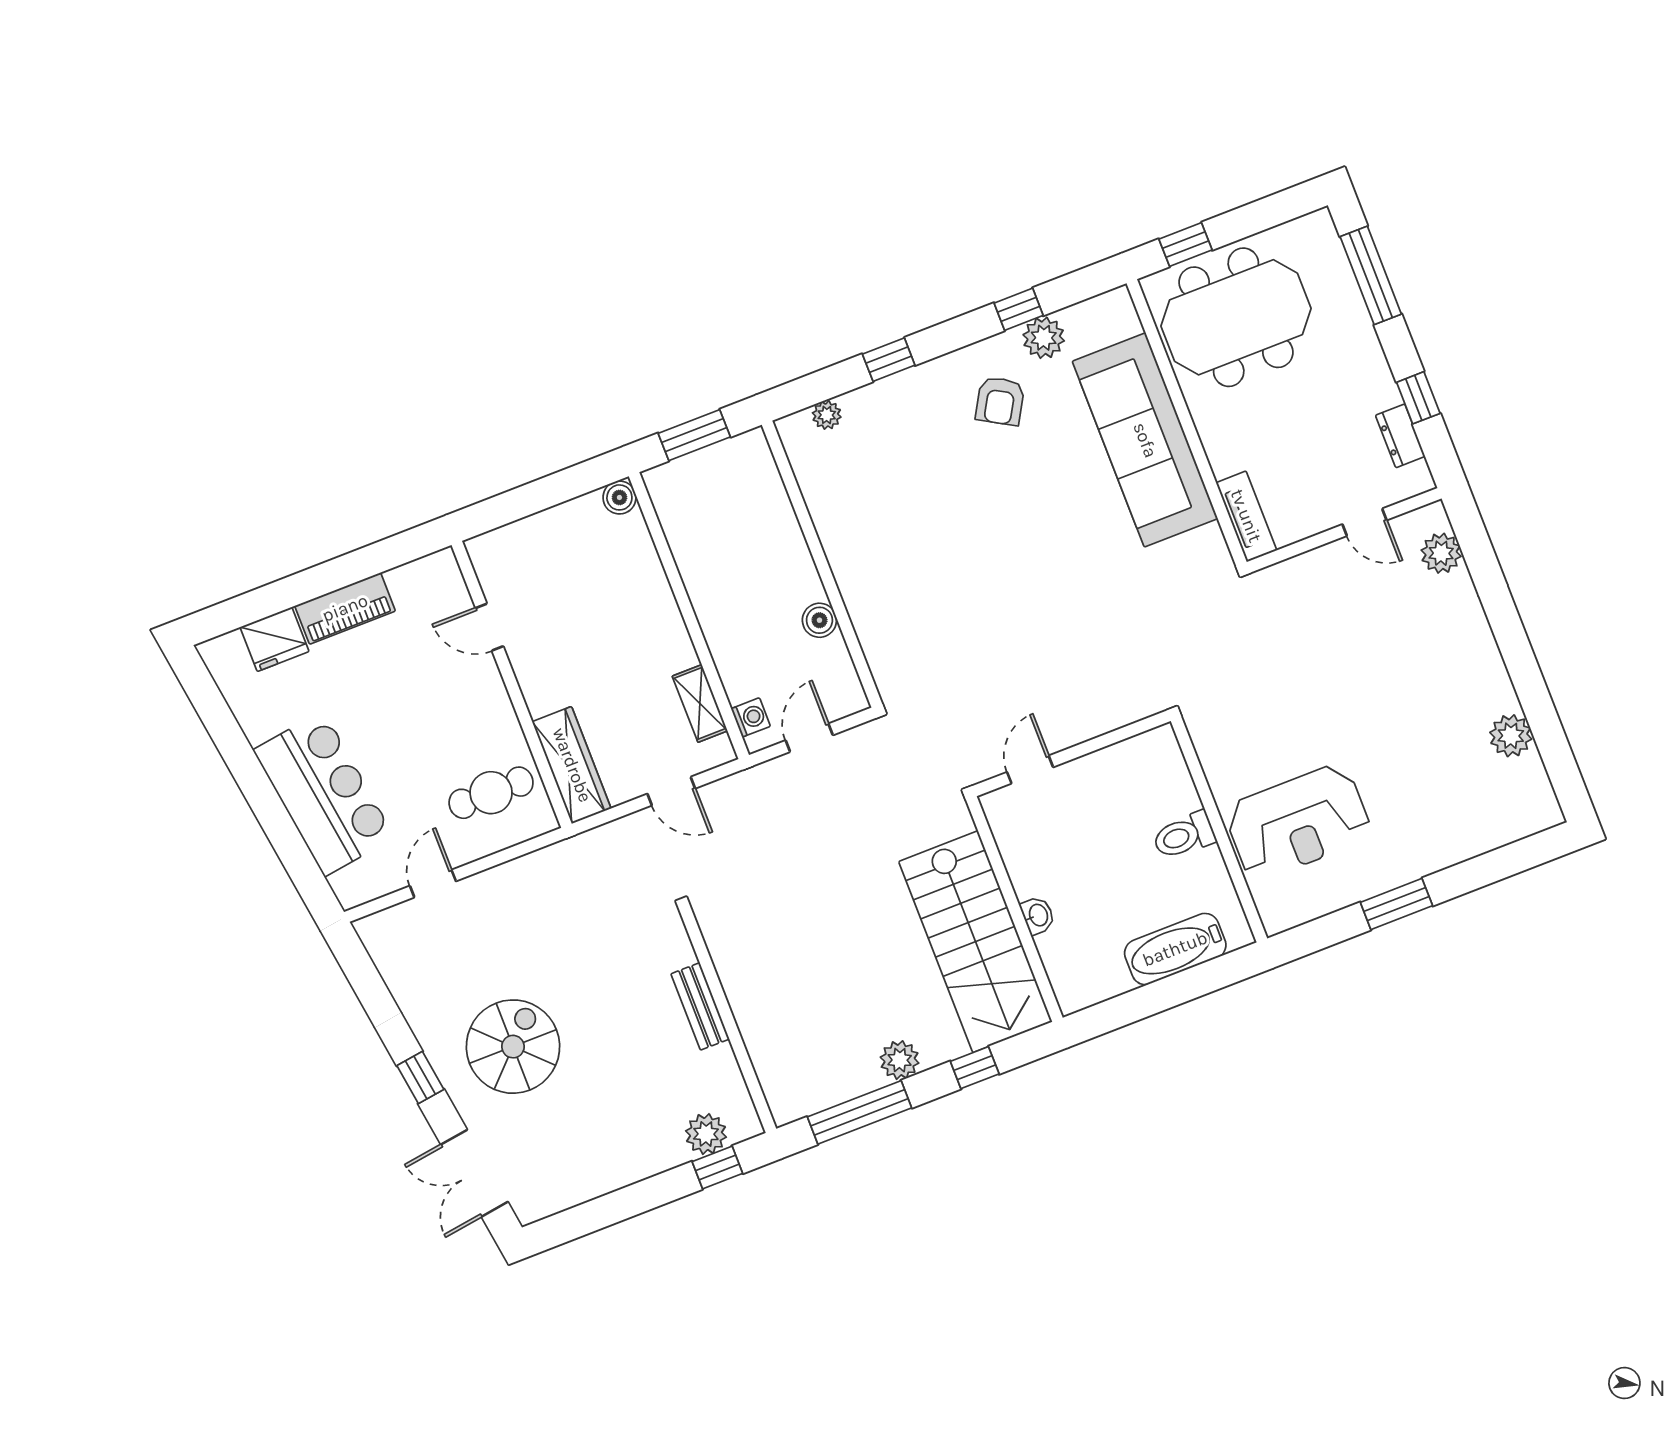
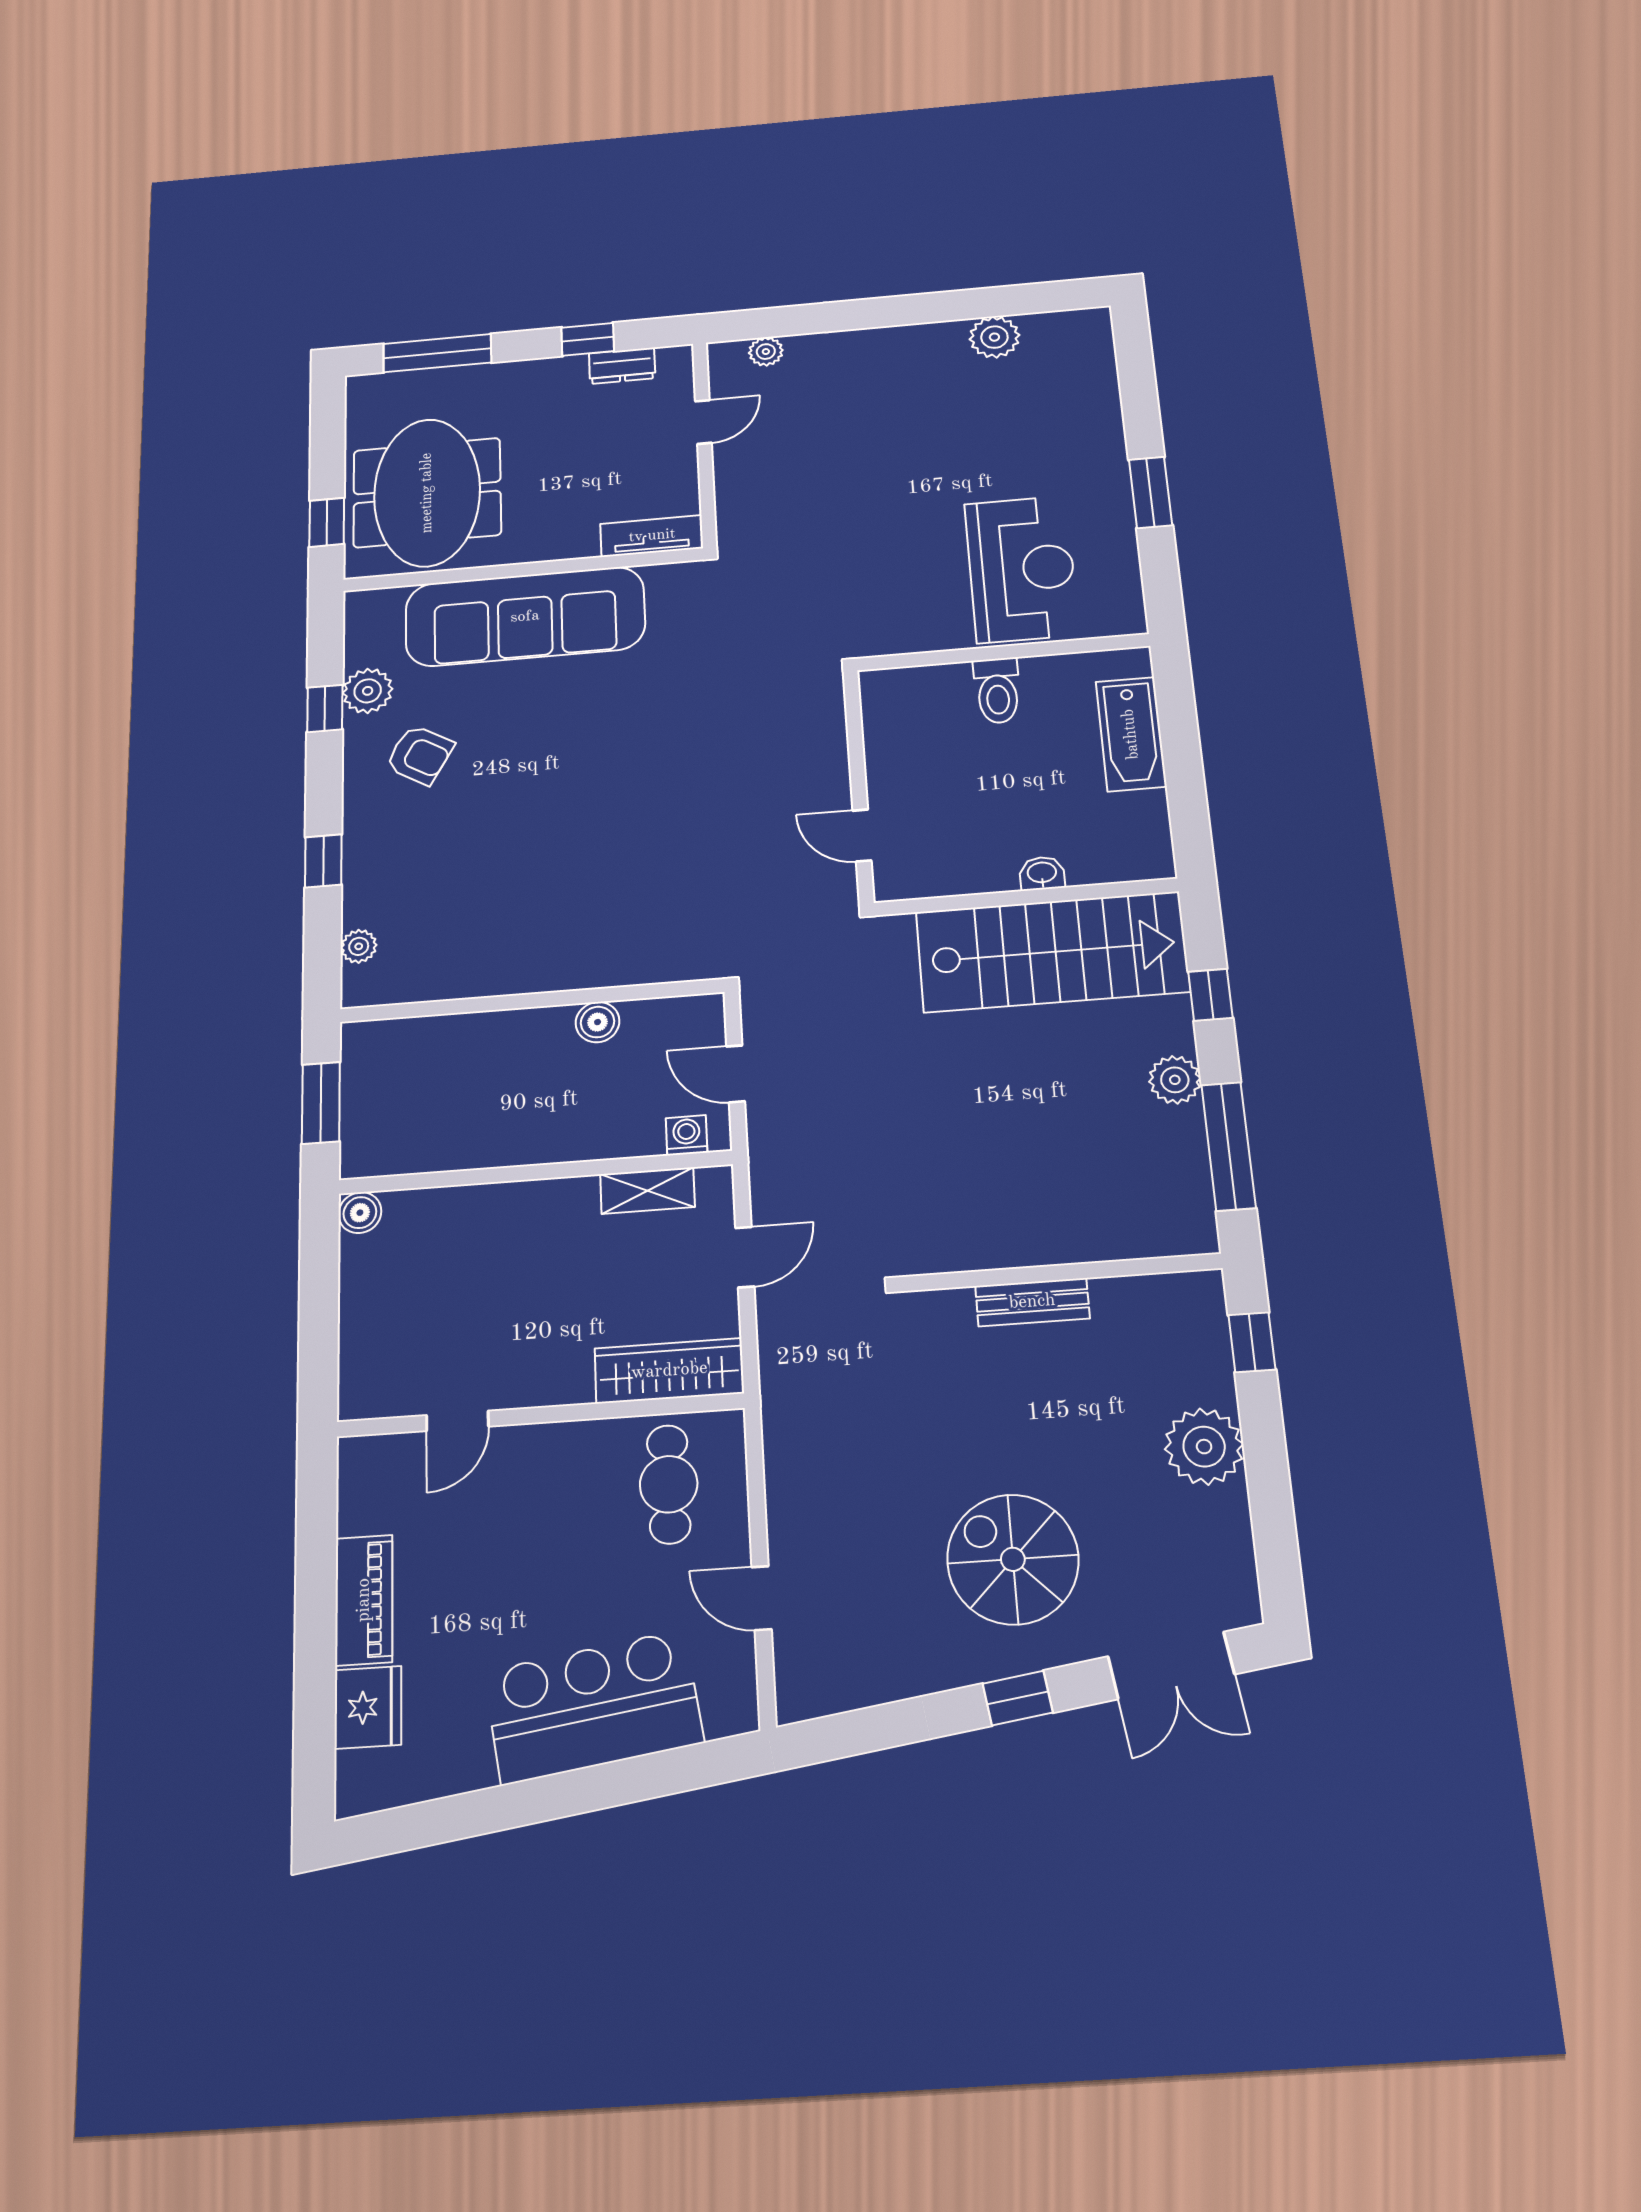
plant: (1441, 553) -> (766, 352), width x0.73, depth x0.73
plant: (706, 1134) -> (1204, 1447), moved, width x1.36, depth x1.36

